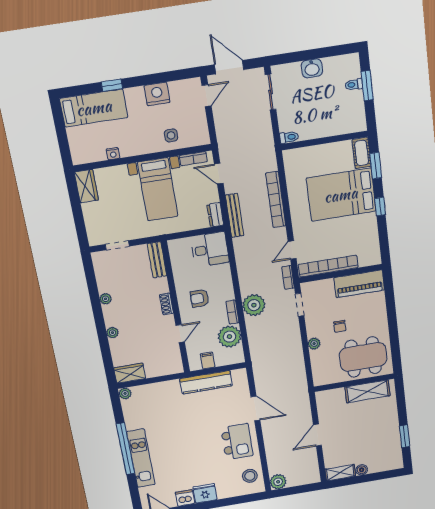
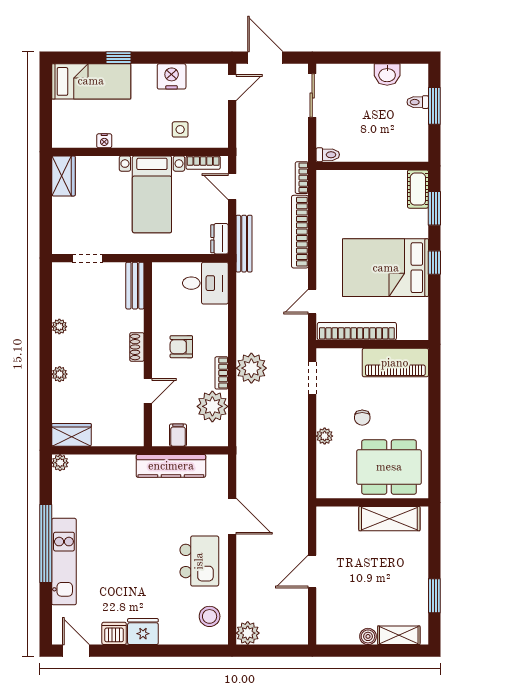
washbasin: (312, 68) -> (387, 74), moved
bed: (341, 195) -> (386, 268), moved
bookcase: (288, 277) -> (302, 178), moved
shelving: (340, 473) -> (399, 635), moved

